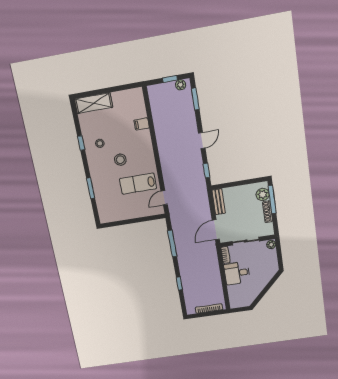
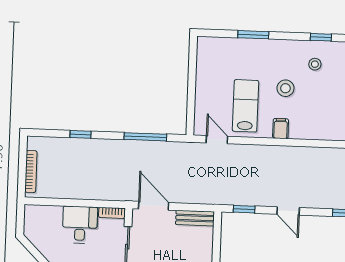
filing cabinet: (142, 124) -> (281, 129), moved

